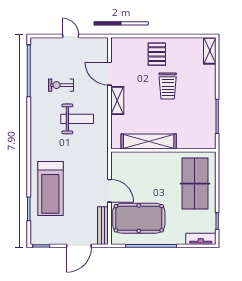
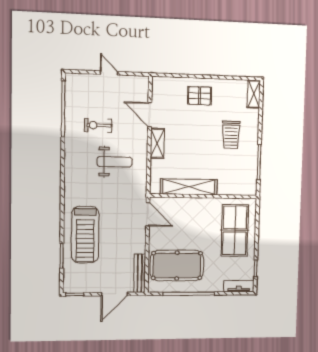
pallet: (157, 54) -> (200, 96), turned 90
trolley: (168, 86) -> (231, 135), moved
door: (109, 191) -> (148, 214), moved

